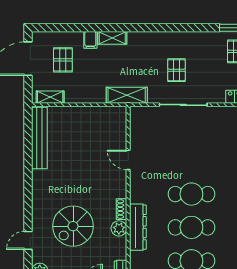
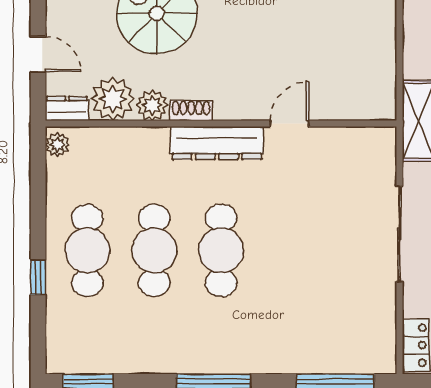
dresser: (138, 227) -> (217, 143), moved
plant: (116, 248) -> (113, 99), added

